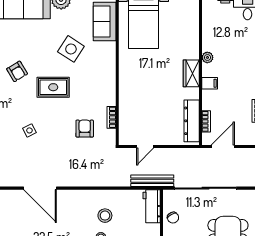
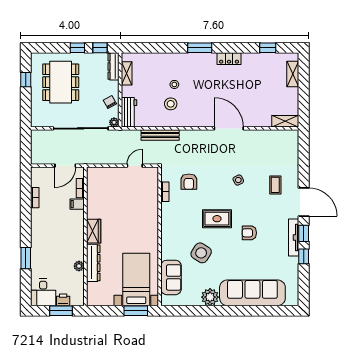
plant: (207, 57) -> (79, 266), moved
armchair: (17, 71) -> (249, 233), turned -59
filing cabinet: (210, 83) -> (77, 204), moved
dresser: (192, 121) -> (93, 263), moved
bench: (152, 181) -> (160, 135), moved
plant: (168, 195) -> (114, 122), added

